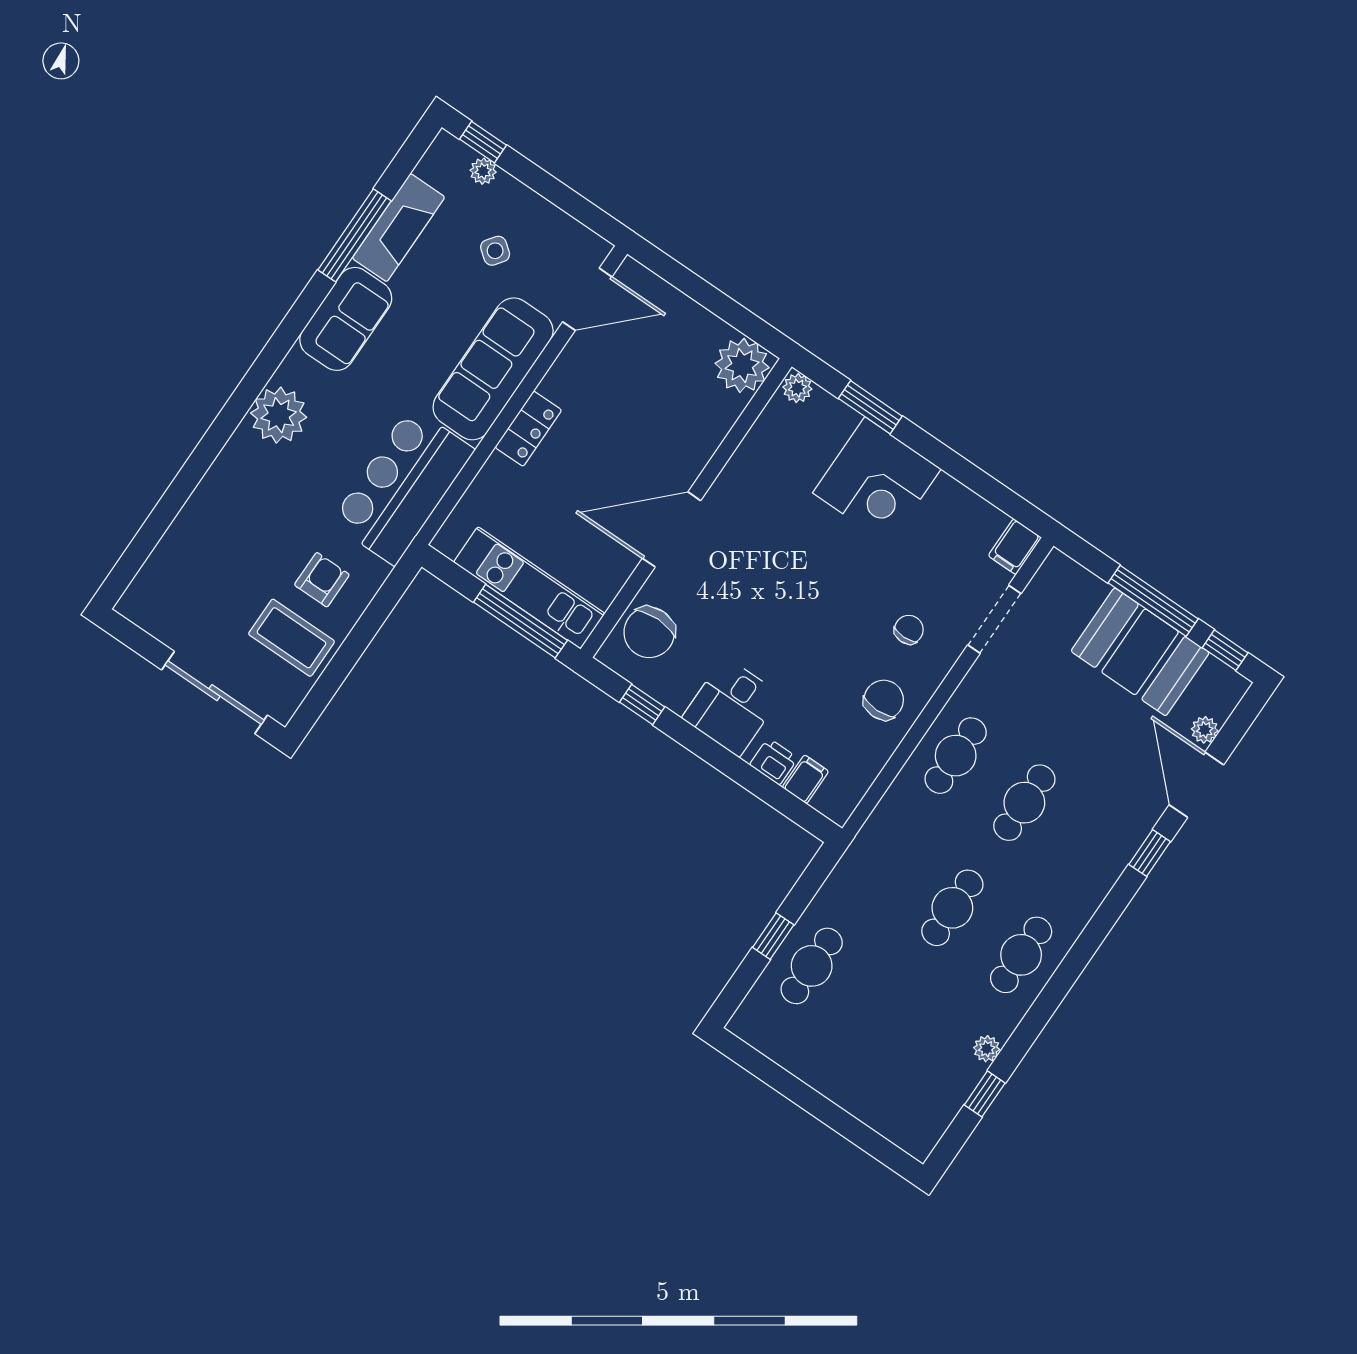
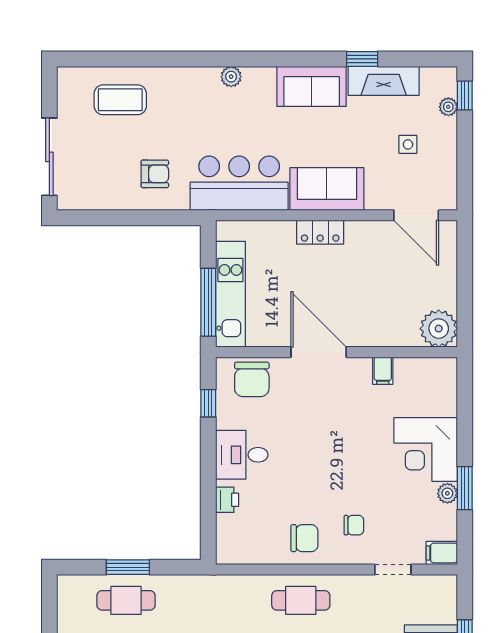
window: (355, 235) -> (362, 59), width x0.46
side table: (495, 251) -> (408, 144), turned -37
sofa: (493, 369) -> (327, 189), width x0.73
plant: (797, 388) -> (447, 493), moved
window: (870, 407) -> (465, 488), moved
plant: (279, 415) -> (231, 77), width x0.53, depth x0.53
doorway: (994, 619) -> (393, 570), width x0.73
chair: (649, 632) -> (252, 379), turned -90
coffee table: (292, 638) -> (120, 100), moved, turned 90
filing cabinet: (805, 779) -> (383, 371), moved, turned 90
window: (773, 936) -> (128, 567), width x1.50

